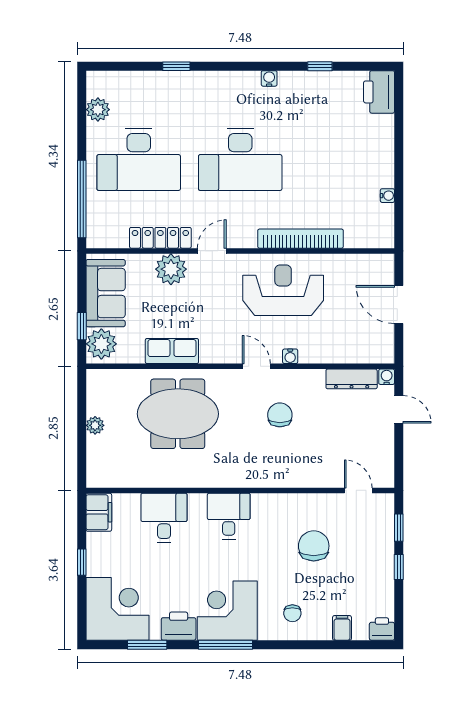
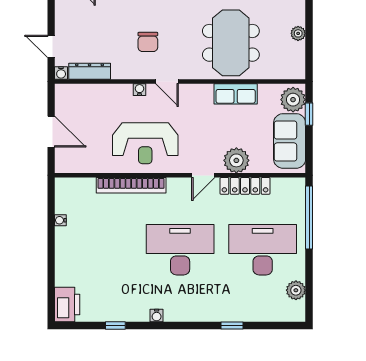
meeting table: (178, 414) -> (231, 43), turned 90

